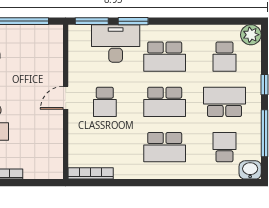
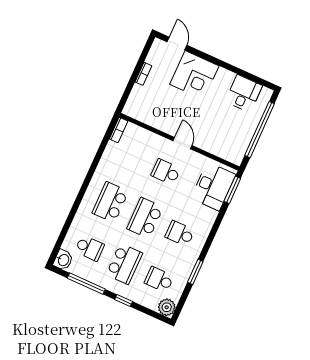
window: (133, 21) -> (195, 272), moved
desk: (116, 43) -> (213, 186), moved
school desk: (165, 57) -> (180, 234), width x0.54
bookcase: (91, 173) -> (119, 130), width x0.64

